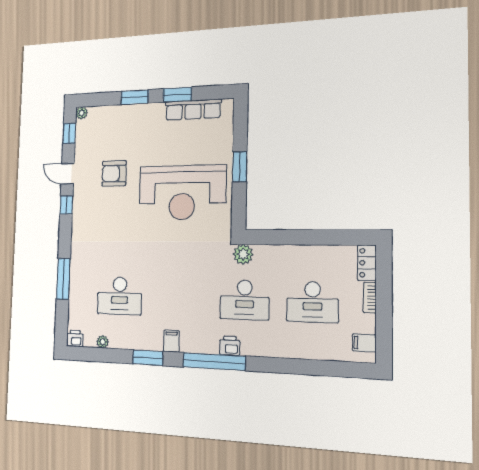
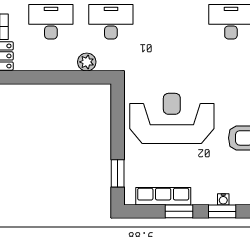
water cooler: (133, 110) -> (223, 199), added
window: (240, 167) -> (118, 173), moved
plant: (243, 254) -> (87, 62), moved

